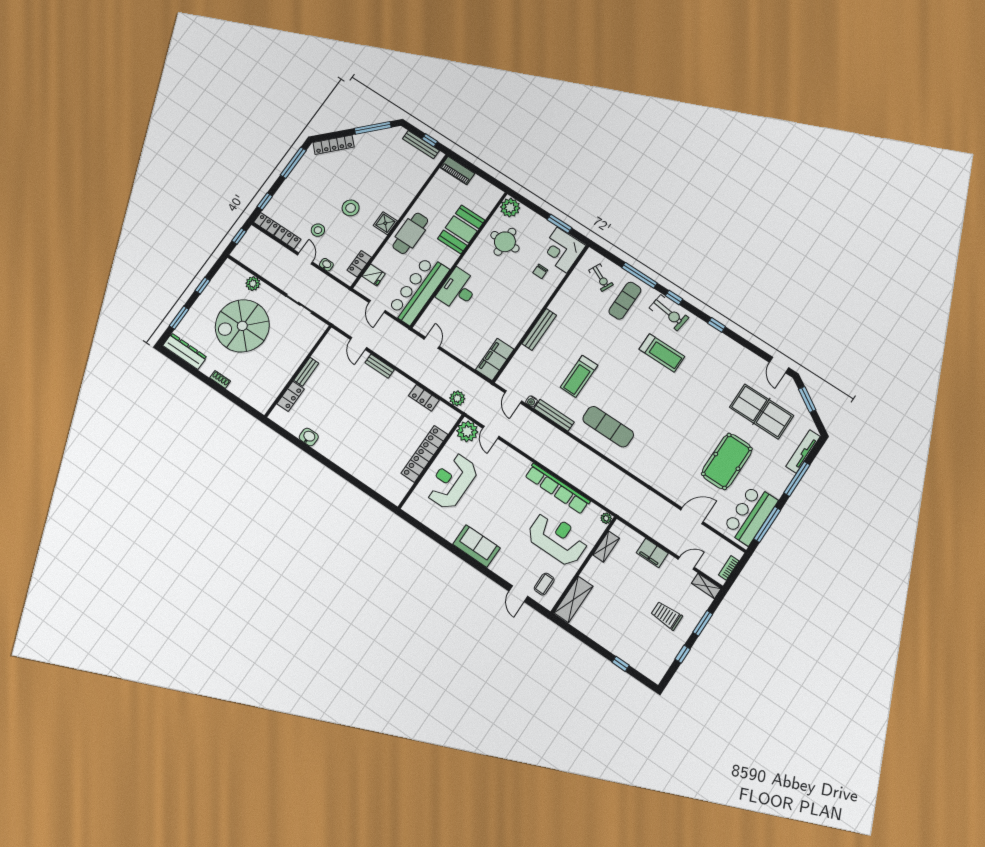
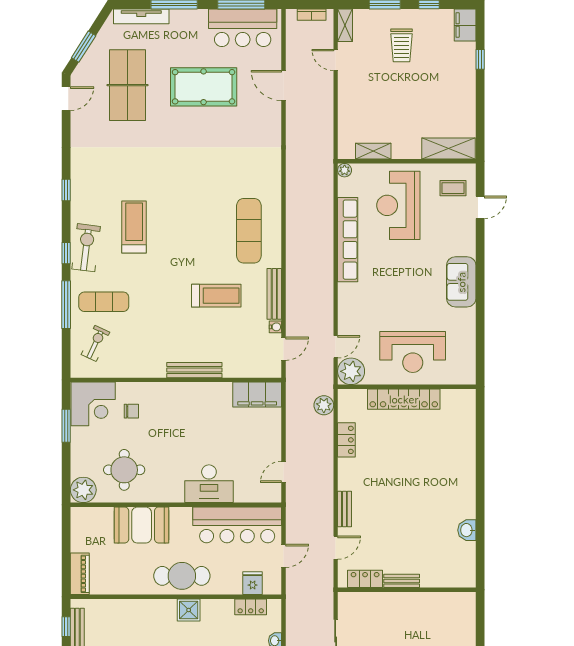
locker: (290, 396) -> (365, 579), moved
filing cabinet: (652, 553) -> (465, 25), moved, turned 180

